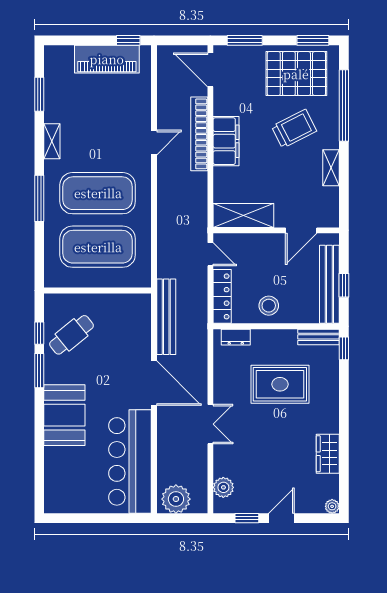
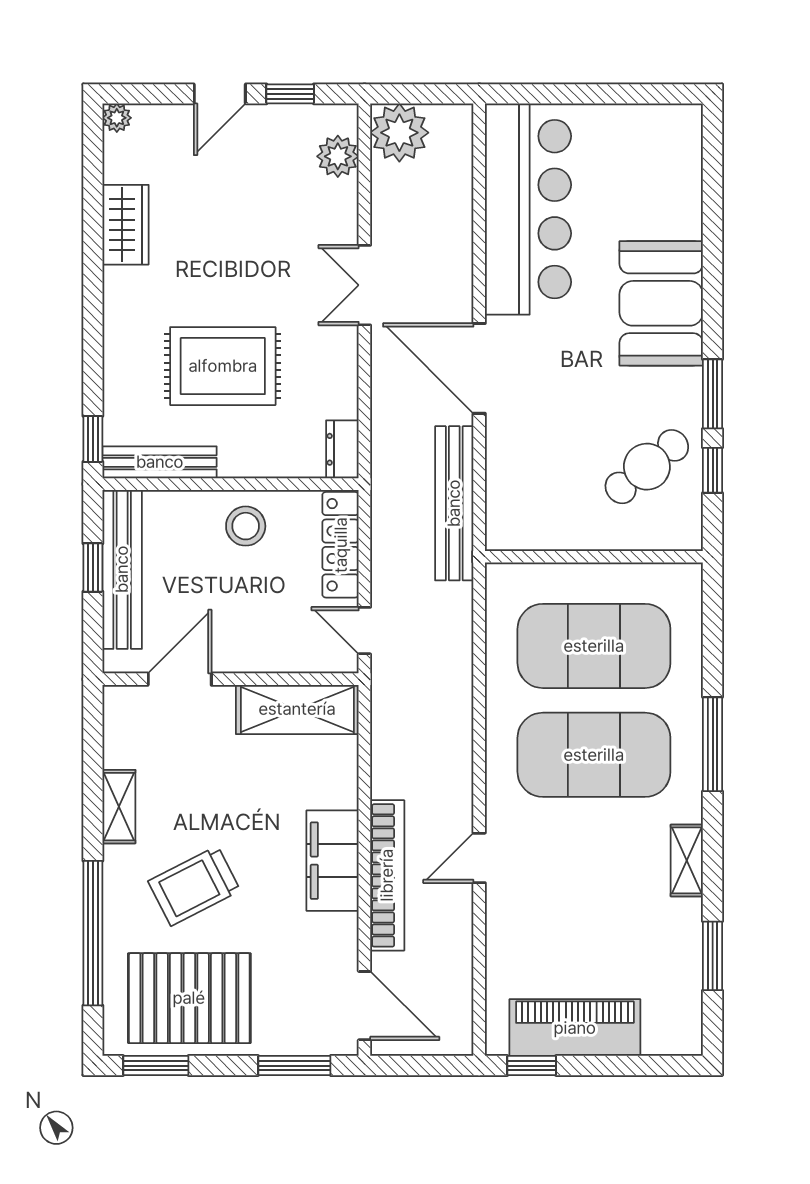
dresser: (236, 337) -> (342, 449), moved, turned -90
bench: (319, 337) -> (160, 462), width x1.36
plant: (176, 499) -> (399, 133), moved

